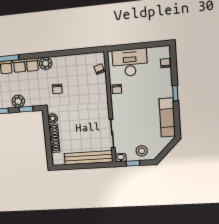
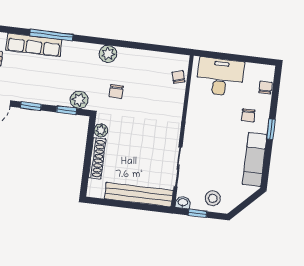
row of seats: (26, 65) -> (80, 50), removed
chair: (117, 89) -> (248, 115), moved
plant: (18, 101) -> (79, 100), moved

